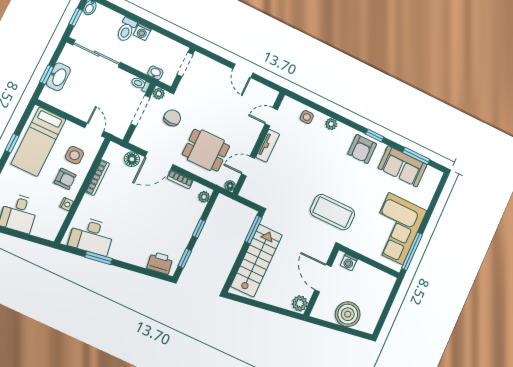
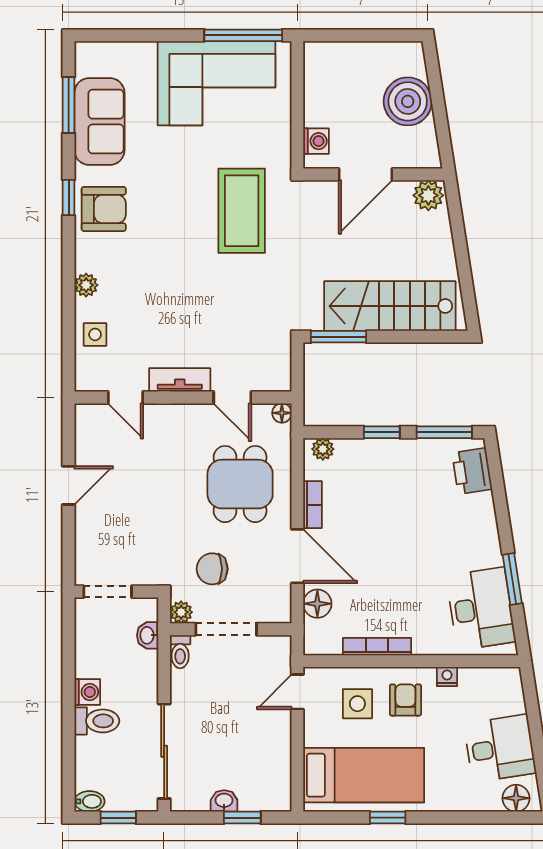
washbasin: (58, 77) -> (224, 801), width x0.52, depth x0.69
window: (185, 258) -> (444, 432), width x1.50

